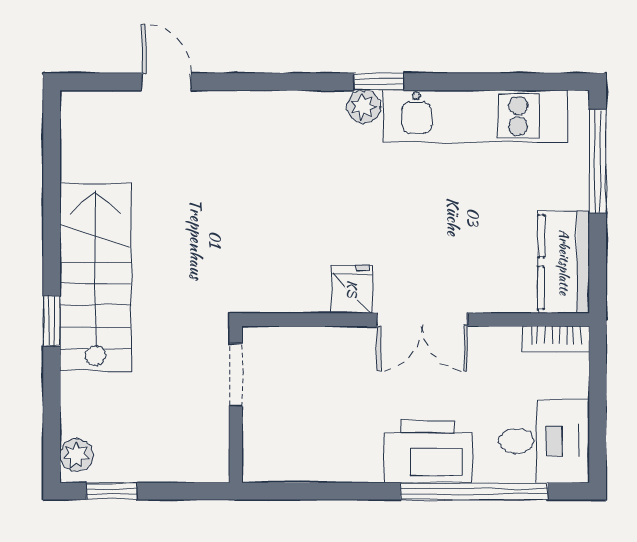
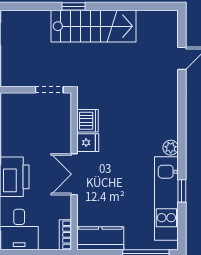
window: (379, 82) -> (182, 191), moved
dishwasher: (304, 290) -> (88, 121), added
plant: (76, 455) -> (13, 18), removed

